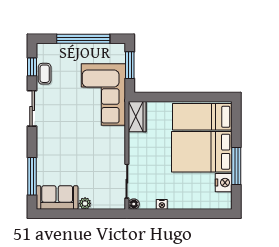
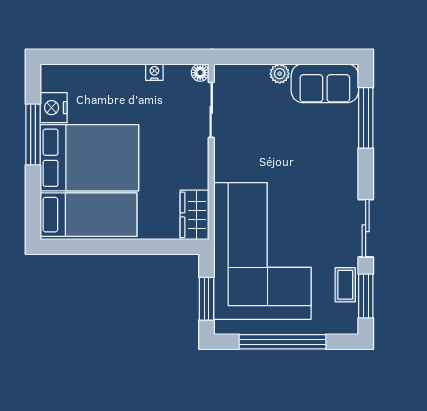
window: (32, 67) -> (366, 296), width x1.50
corner sofa: (103, 94) -> (262, 251), width x1.36, depth x1.36

